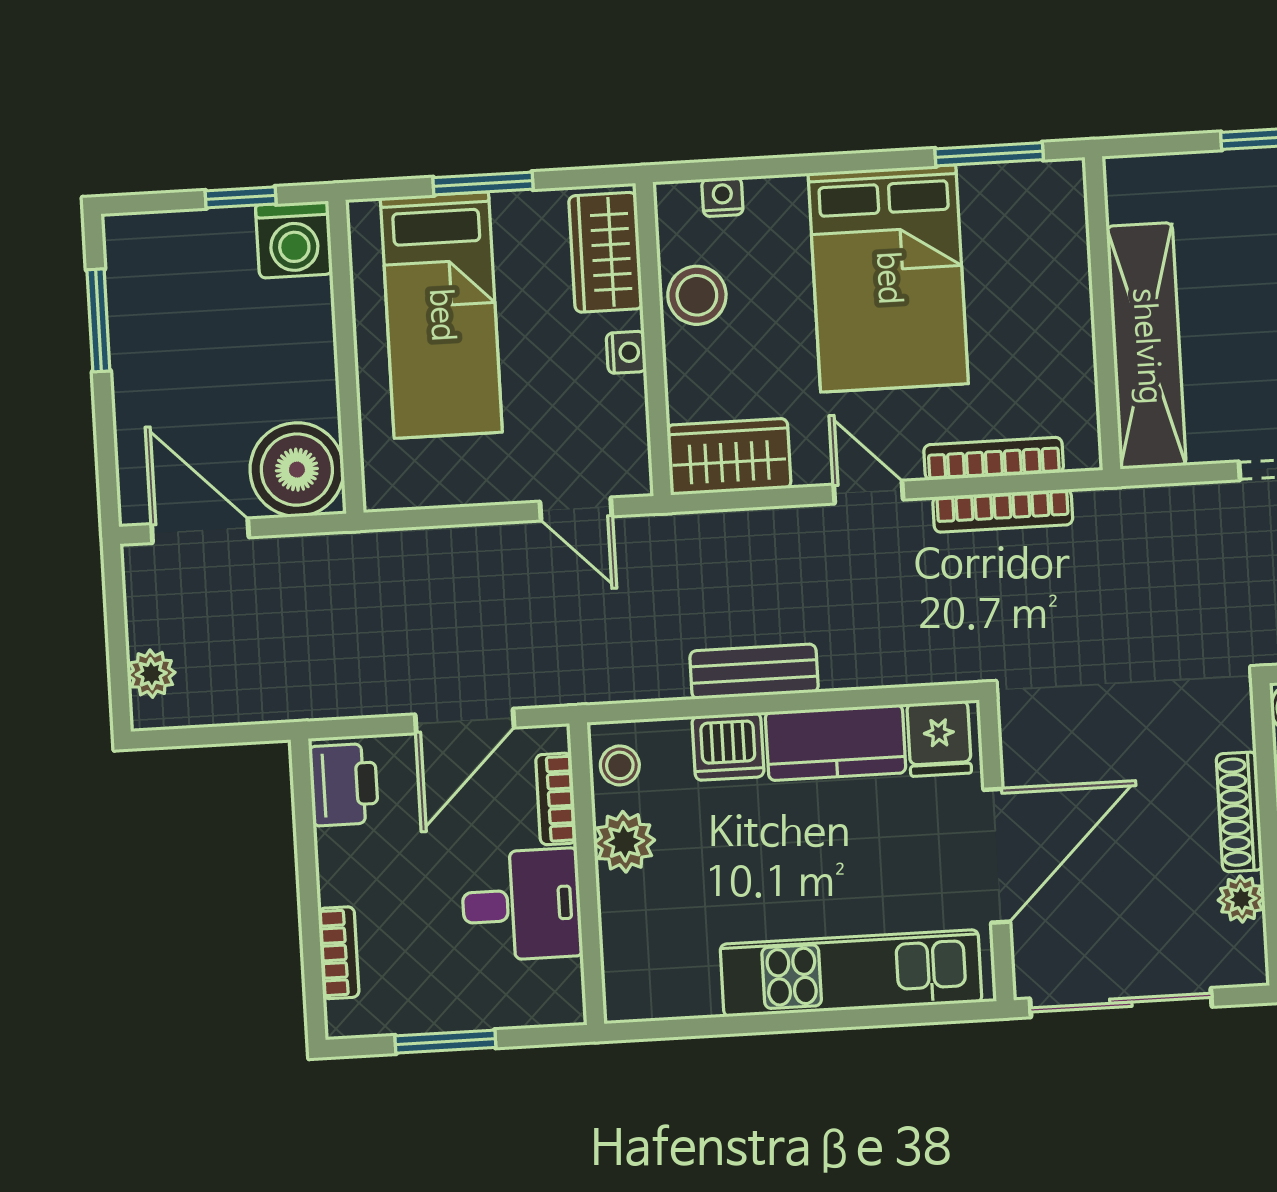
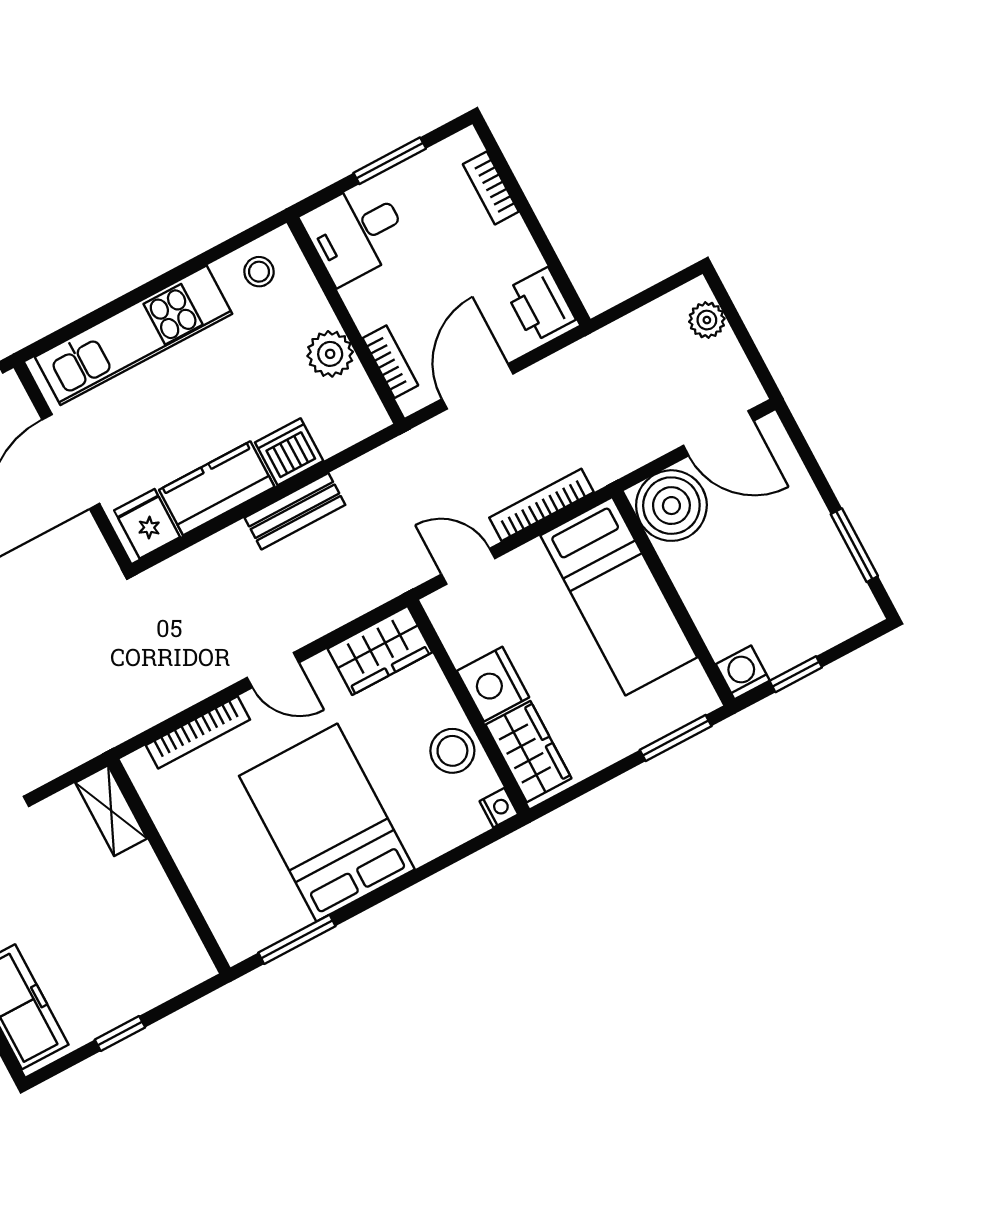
window: (483, 183) -> (676, 738), moved
nightstand: (722, 197) -> (499, 808), moved, turned -90
washing machine: (294, 240) -> (743, 672), width x0.73, depth x0.73
bed: (441, 315) -> (619, 596), moved, turned 180
shelving: (1146, 346) -> (111, 811), width x0.45, depth x0.75
nightstand: (626, 352) -> (493, 684), width x1.89, depth x1.79
bookcase: (1003, 511) -> (541, 505), moved
stool: (620, 765) -> (259, 272), moved
desk: (522, 905) -> (356, 232), moved

